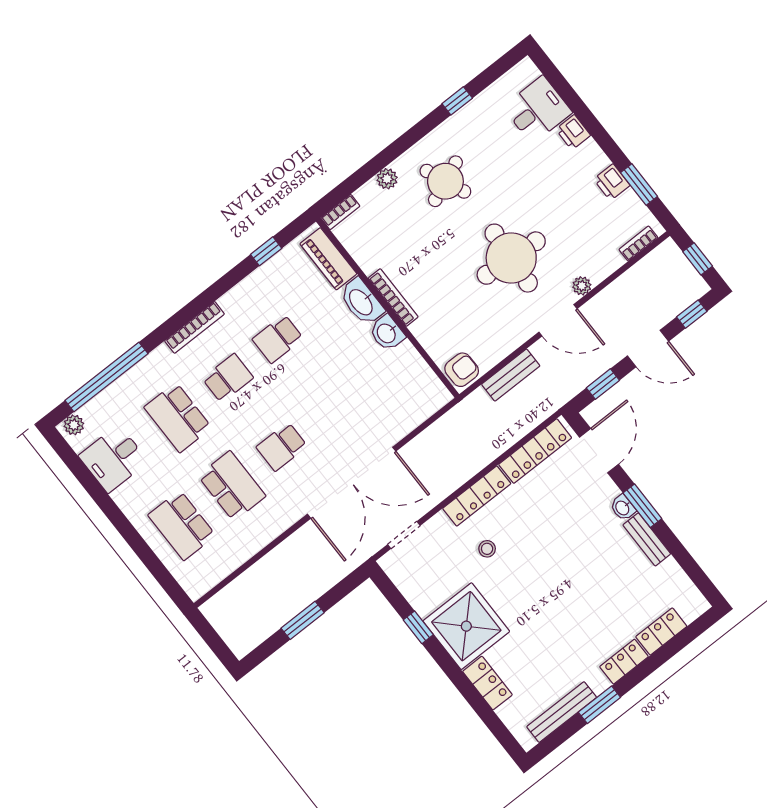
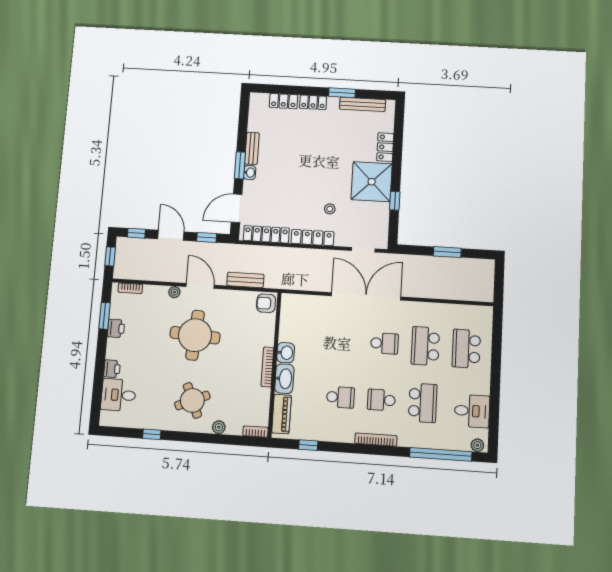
school desk: (182, 525) -> (466, 349), turned 180

